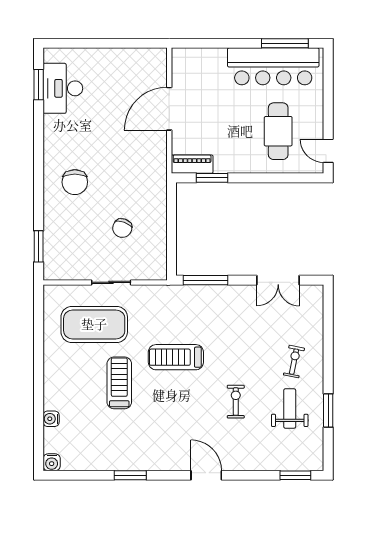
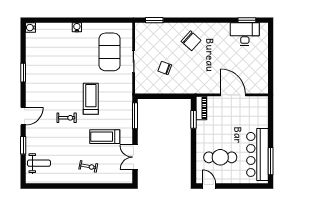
door: (328, 151) -> (209, 186), hinge flipped
chair: (75, 182) -> (191, 41), turned -138
treadmill: (119, 383) -> (105, 137), moved, turned 180
exercise bike: (236, 402) -> (67, 118), moved
weight bench: (290, 409) -> (39, 163), moved
window: (328, 410) -> (60, 186), removed
water cooler: (51, 419) -> (77, 27), moved
window: (295, 475) -> (23, 145), moved

